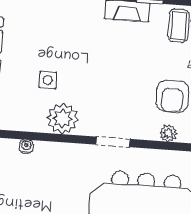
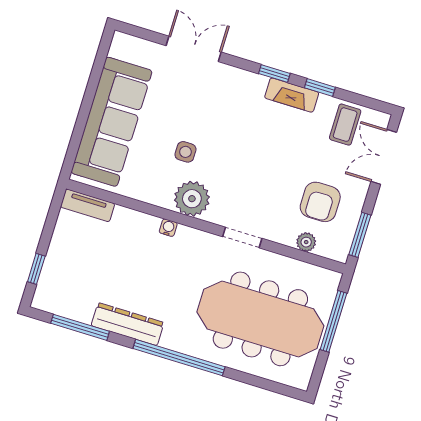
water cooler: (26, 146) -> (168, 228), moved

